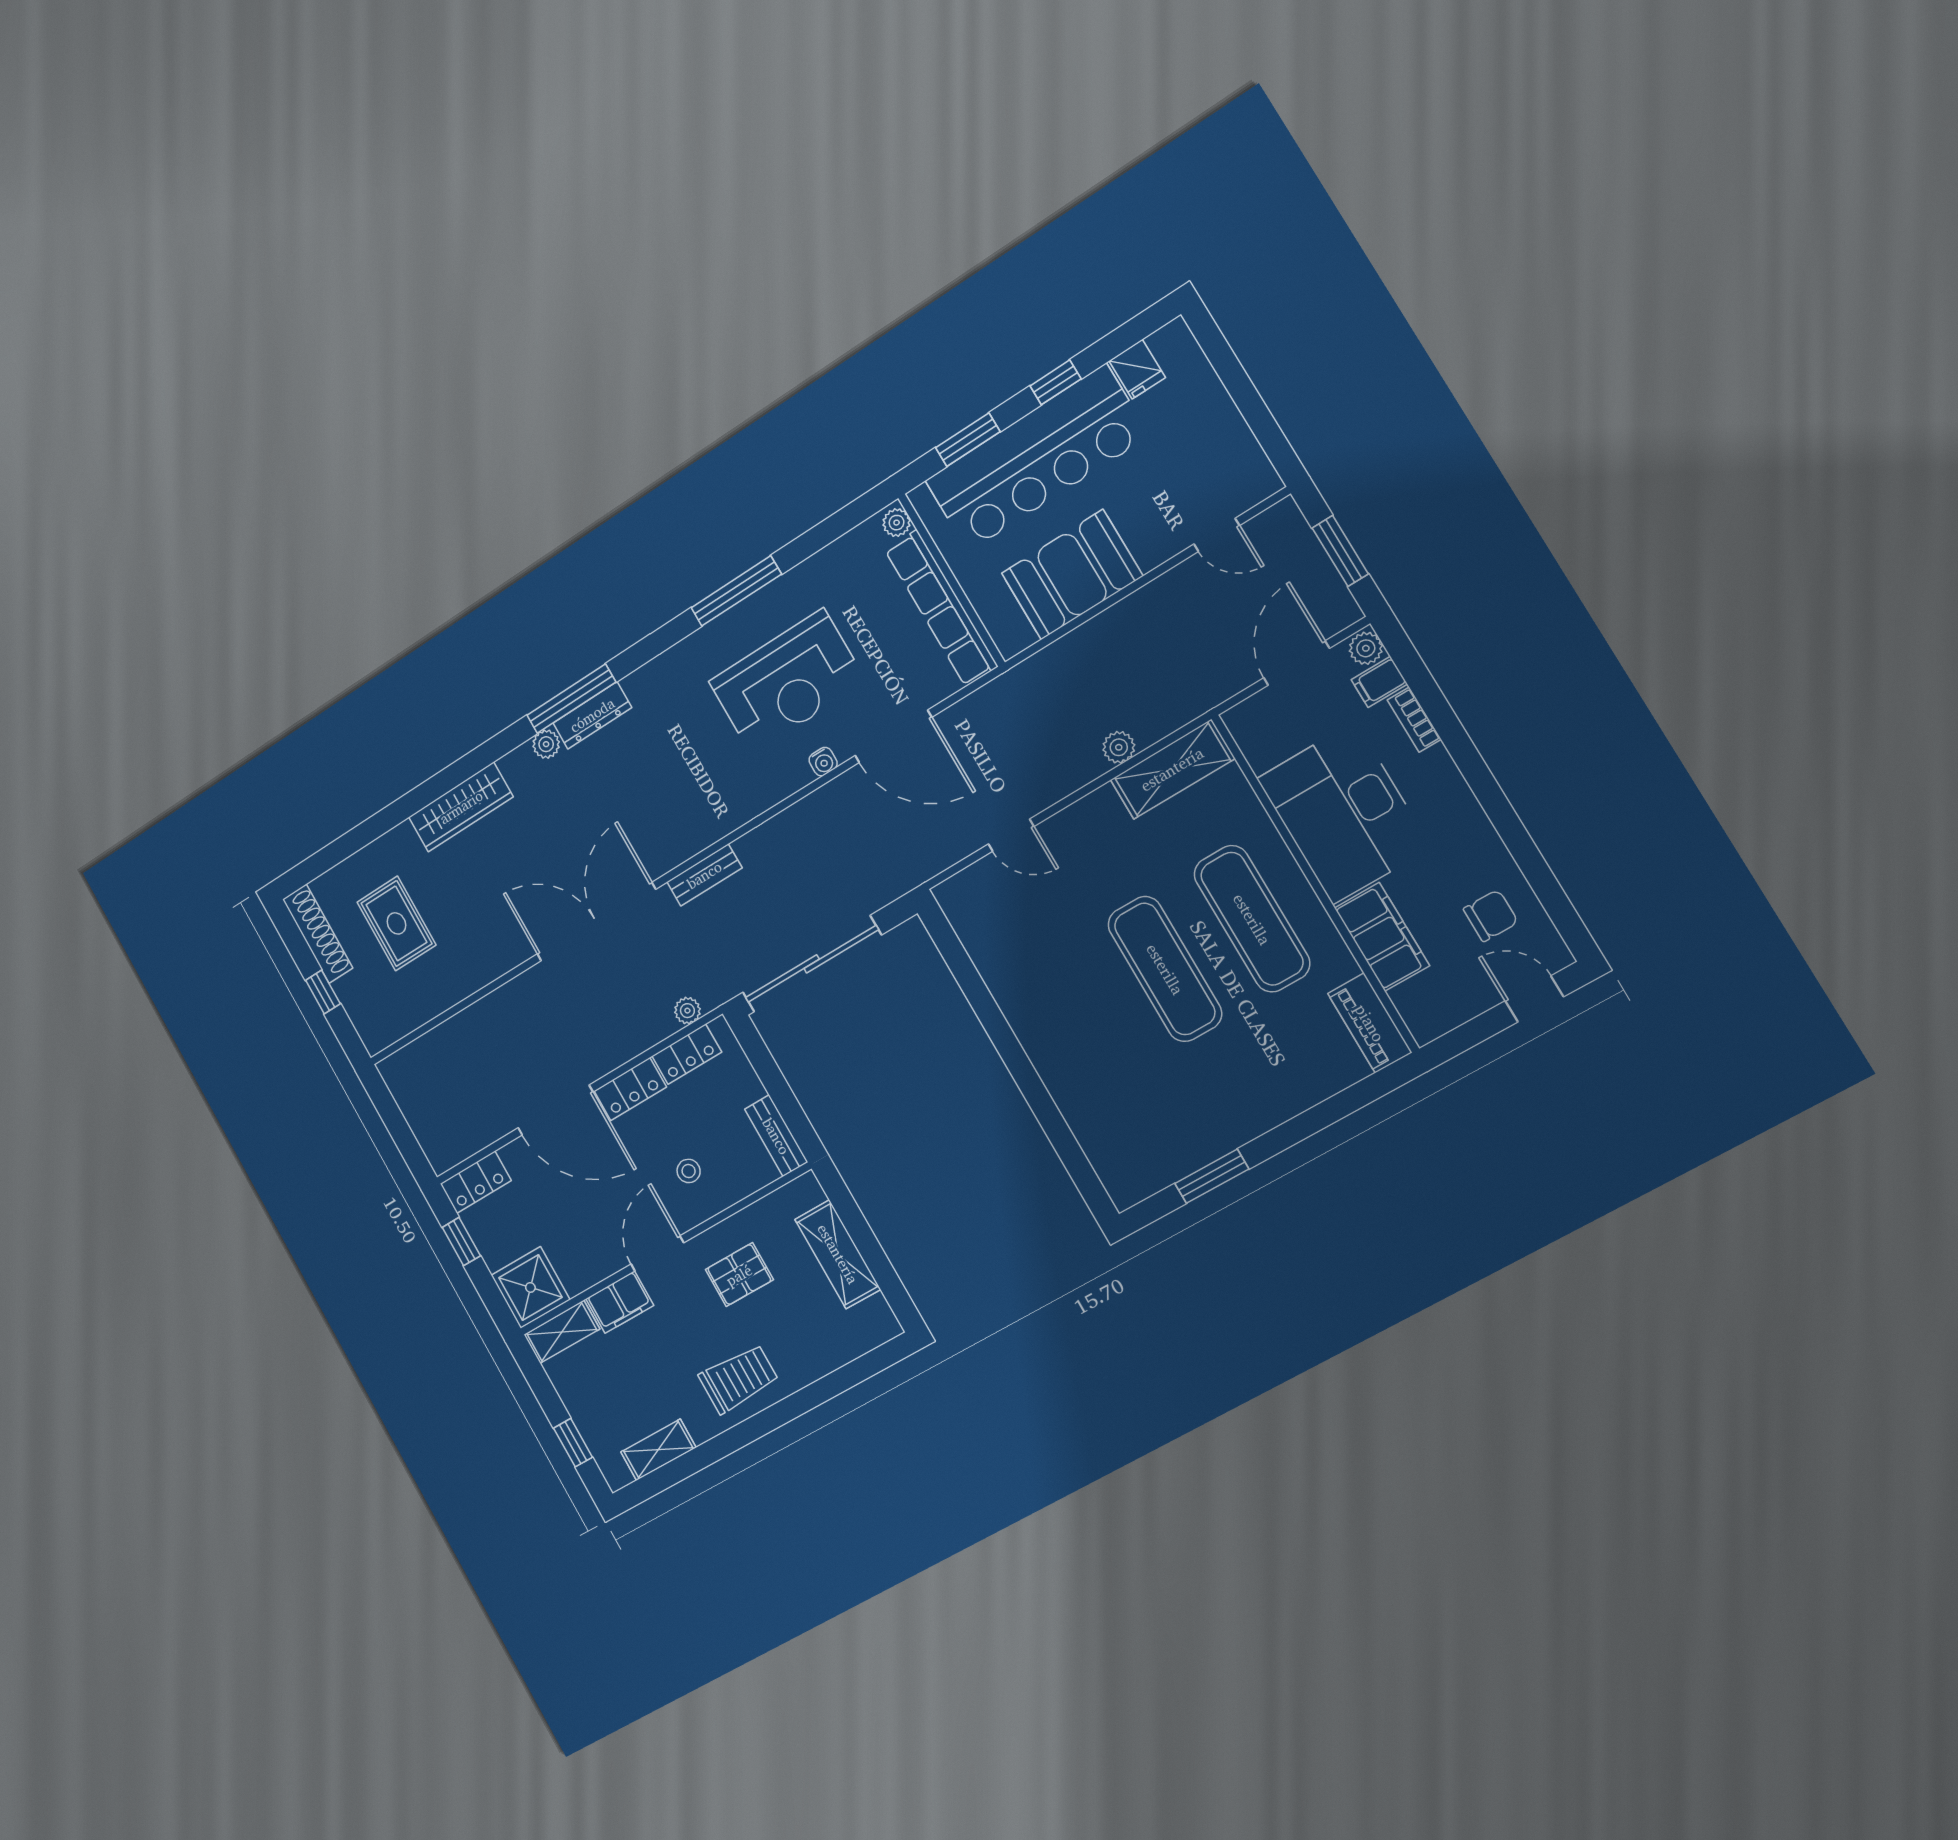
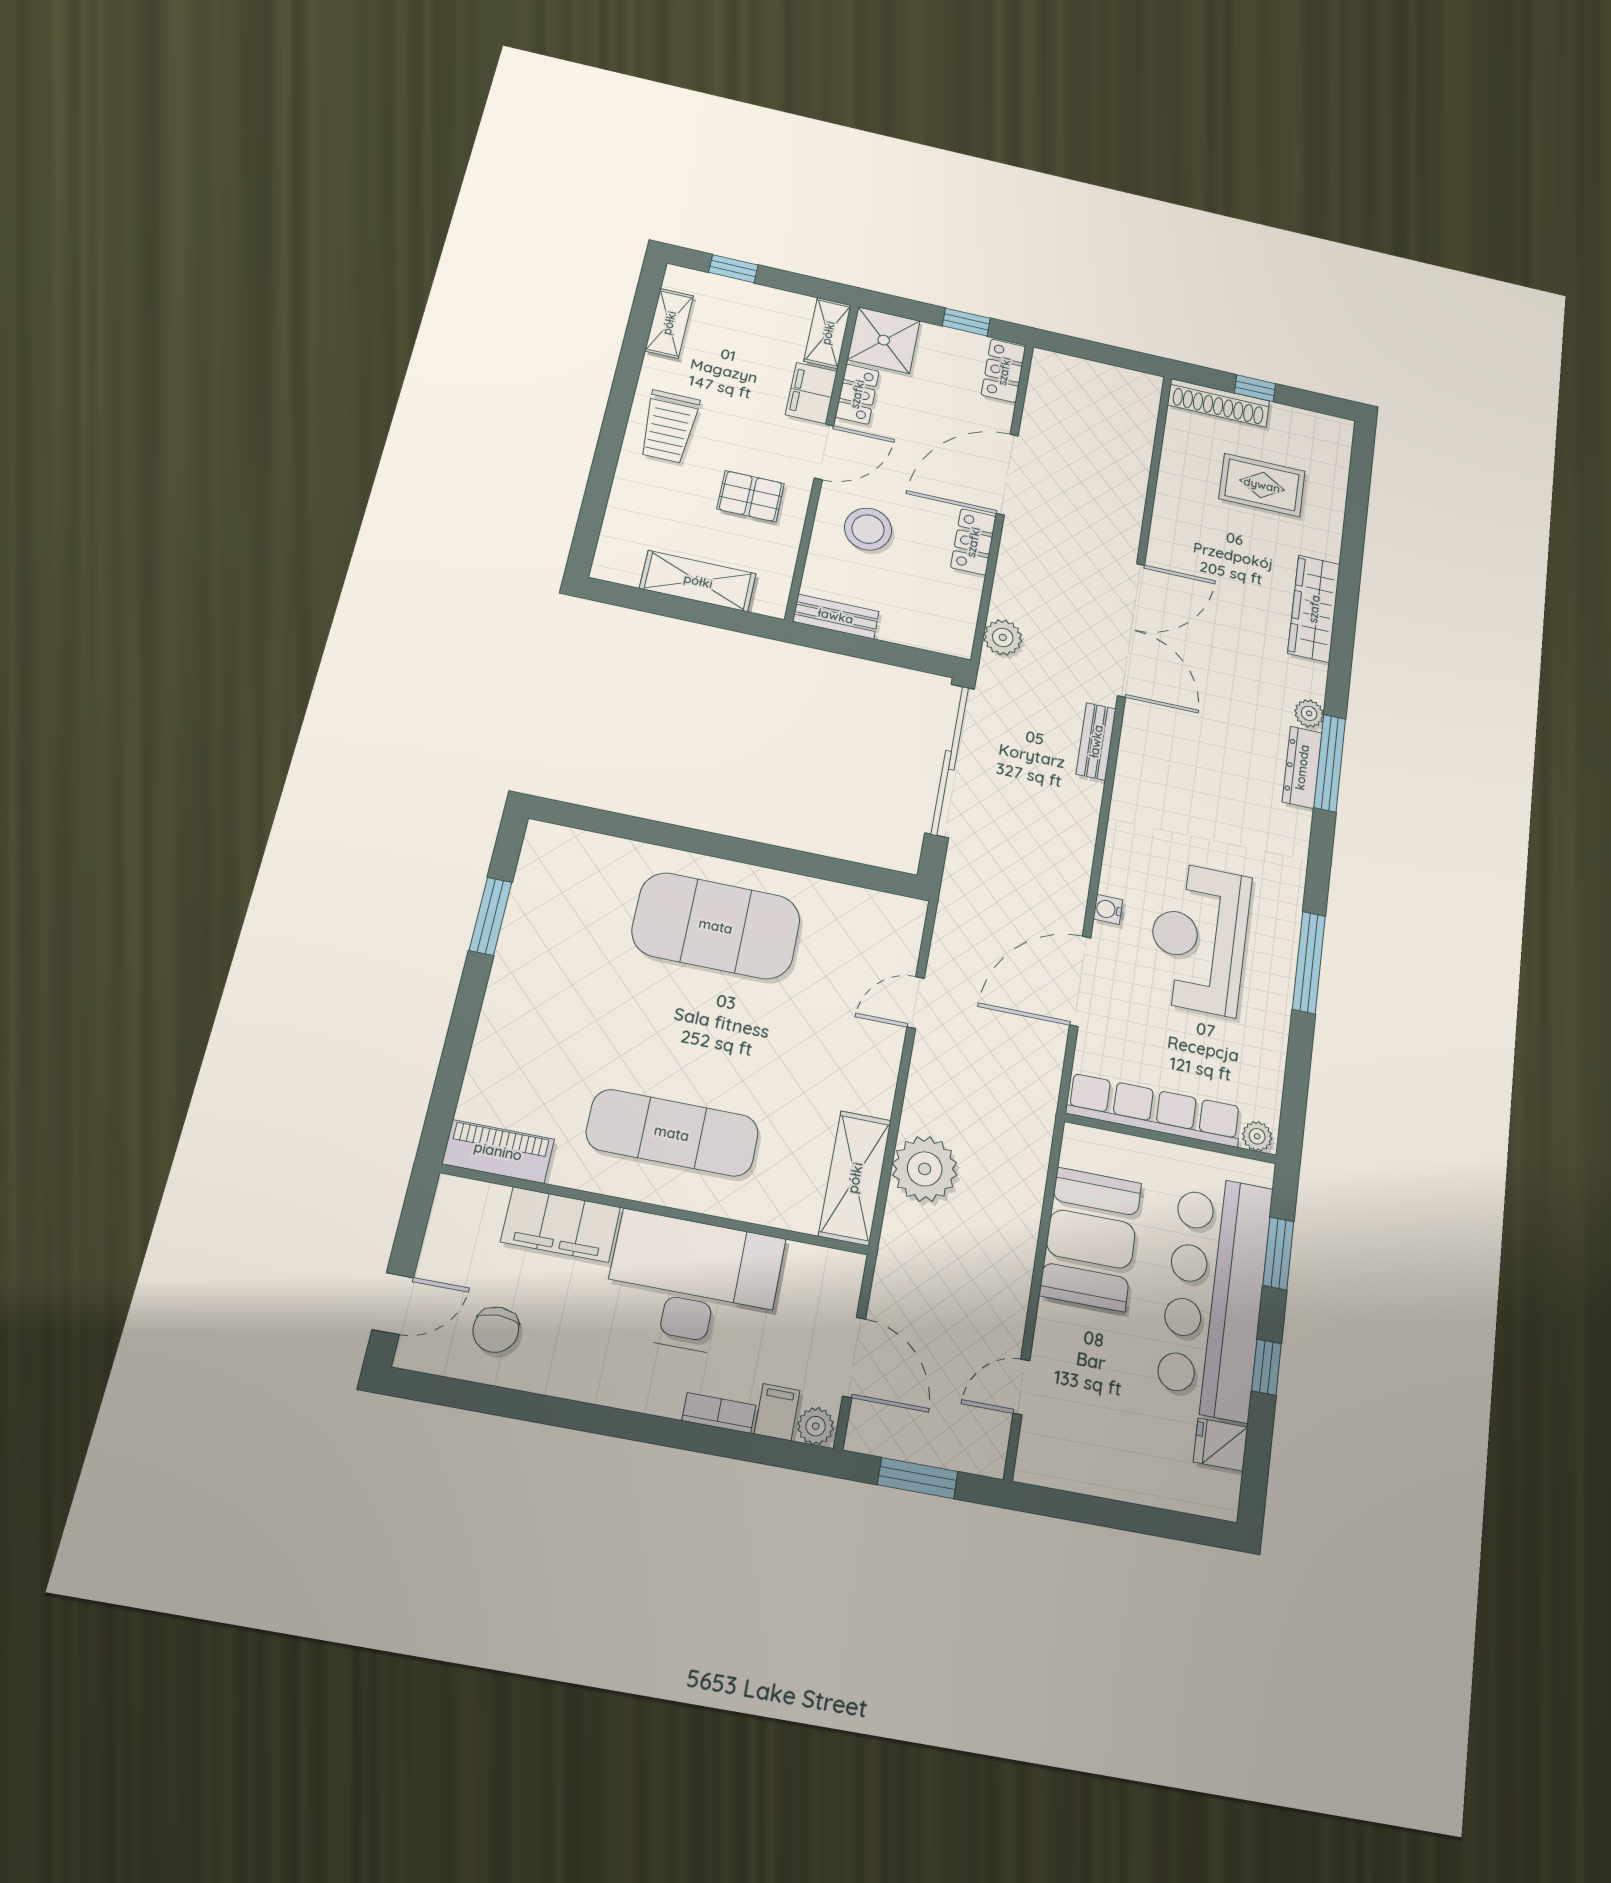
plant: (1119, 747) -> (925, 1169), width x1.87, depth x1.87
shoe rack: (318, 934) -> (1219, 403), moved
exercise mat: (1165, 969) -> (716, 926), moved, width x1.47
plant: (687, 1011) -> (1003, 637), width x1.38, depth x1.38
locker: (687, 1054) -> (857, 394), moved, turned 180
stool: (689, 1171) -> (868, 529), width x1.89, depth x1.89
door: (657, 1253) -> (824, 452), hinge flipped
pallet: (739, 1275) -> (751, 496), turned 90

